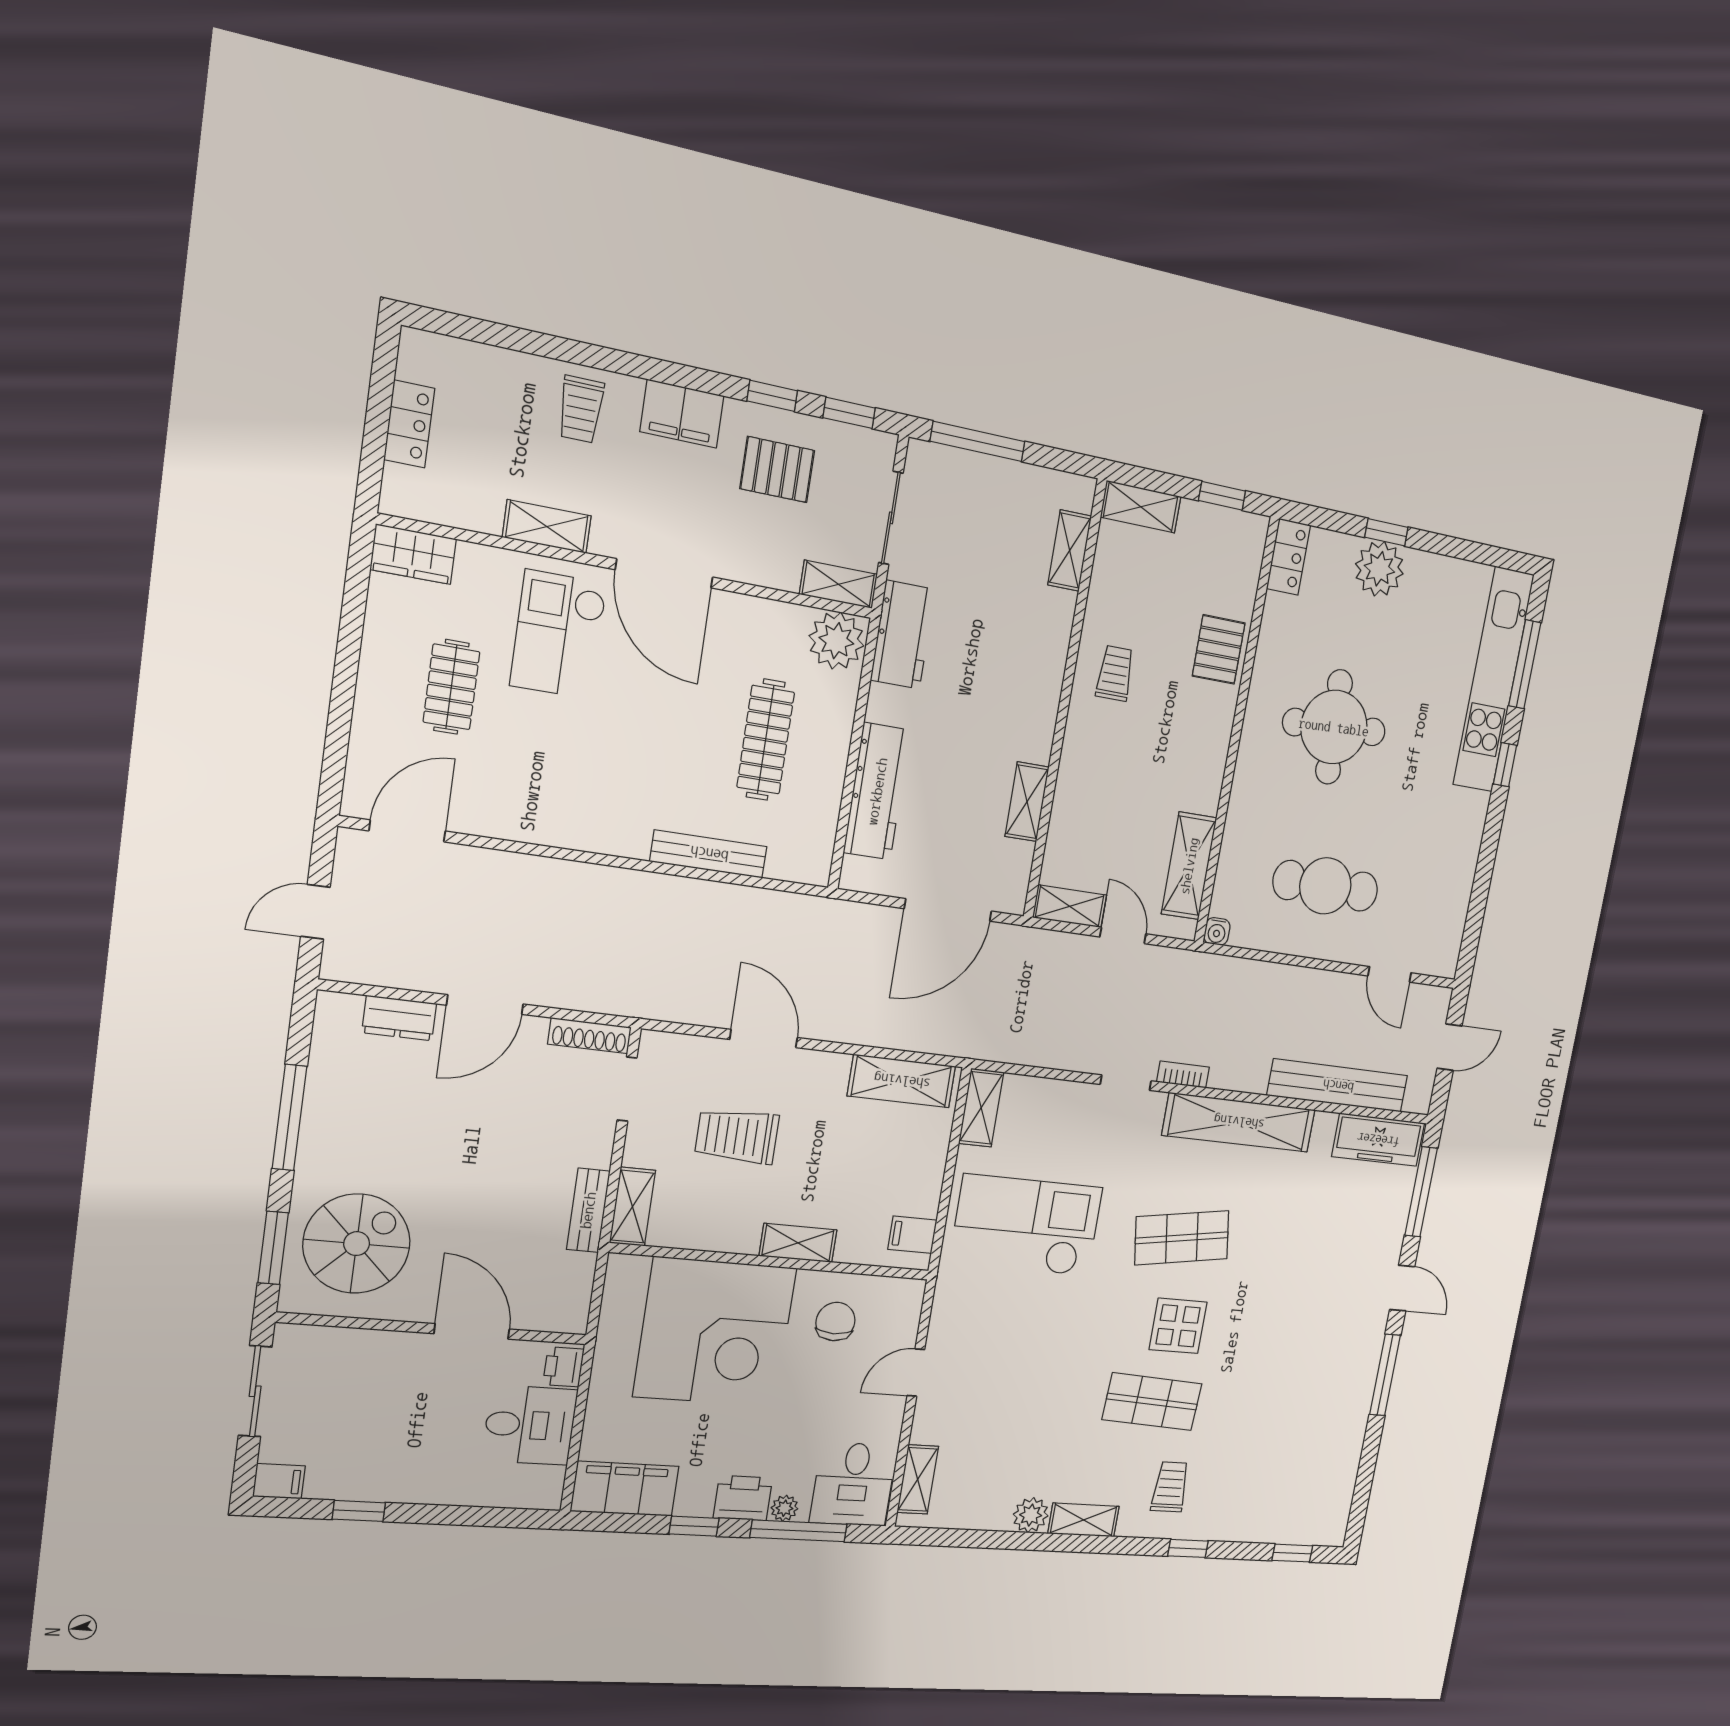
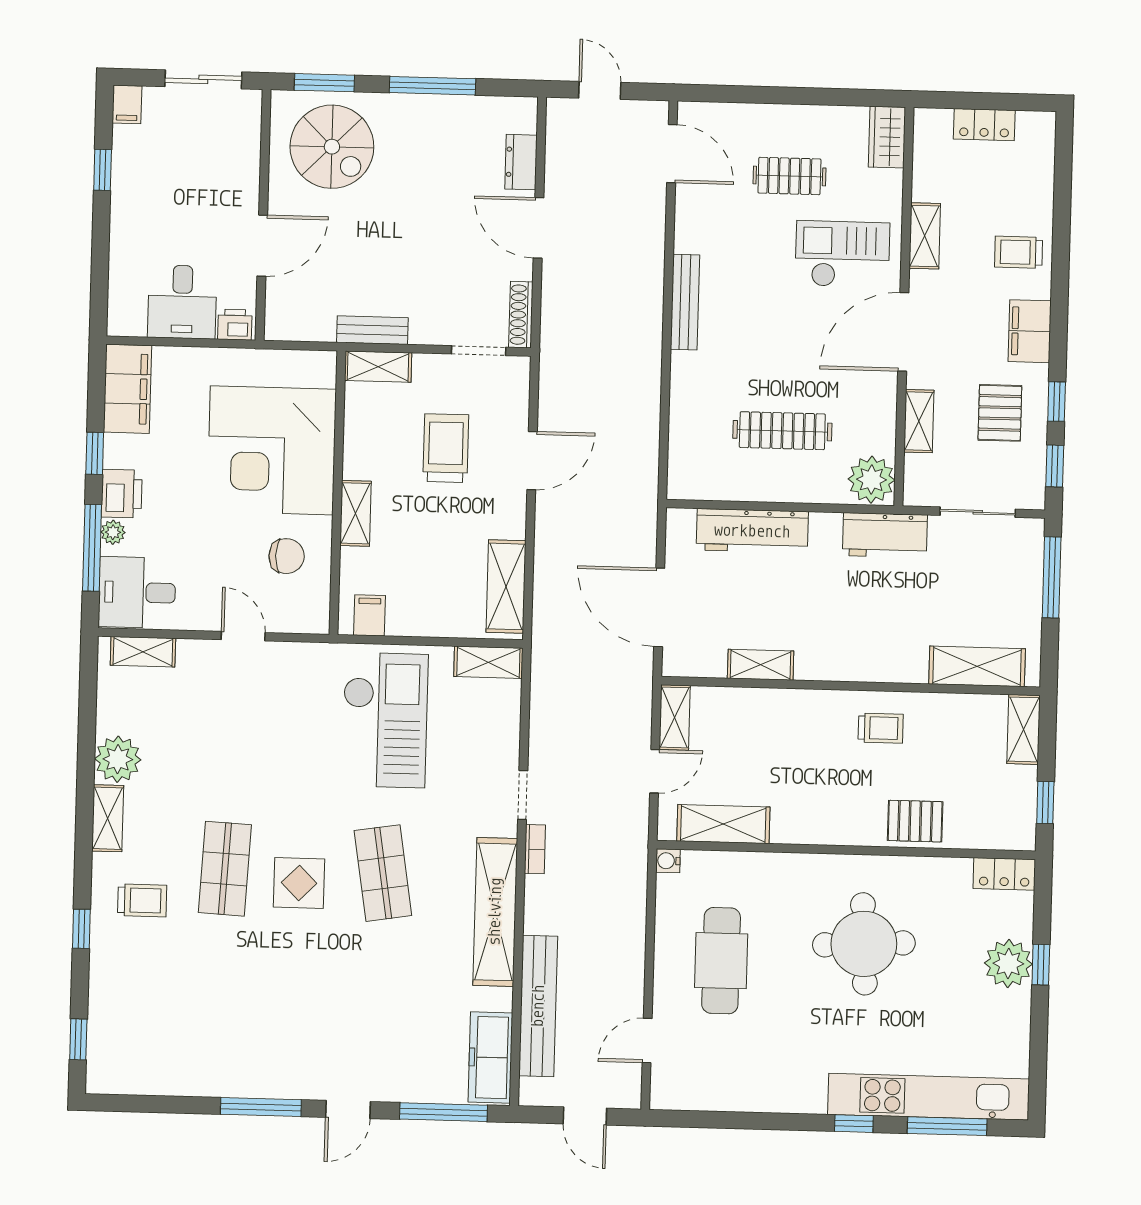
shelving: (1070, 550) -> (977, 666), width x1.50, depth x1.33
shelving: (838, 584) -> (919, 421), moved
bench: (709, 854) -> (685, 302), moved
plant: (1031, 1515) -> (118, 759), width x1.36, depth x1.36

